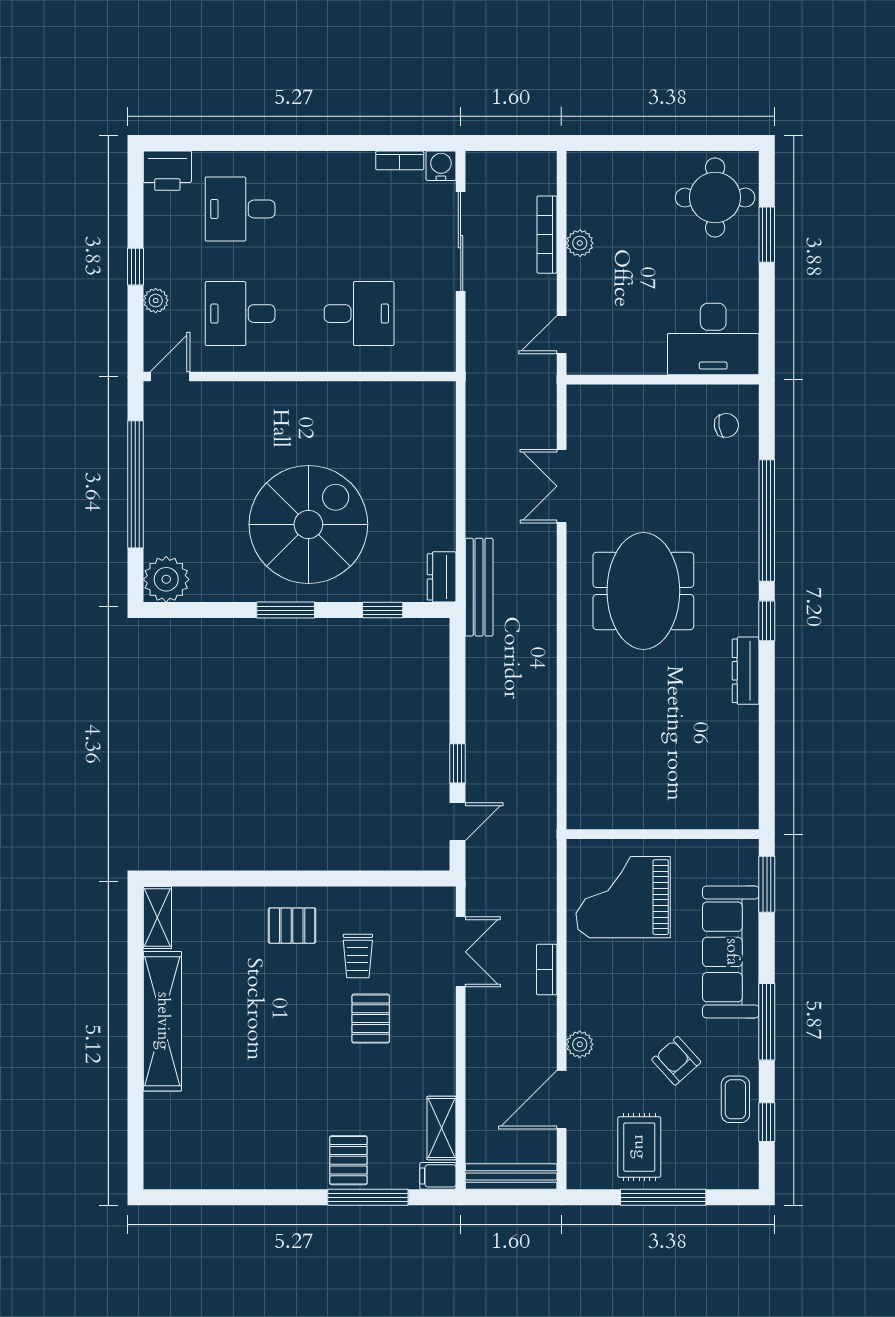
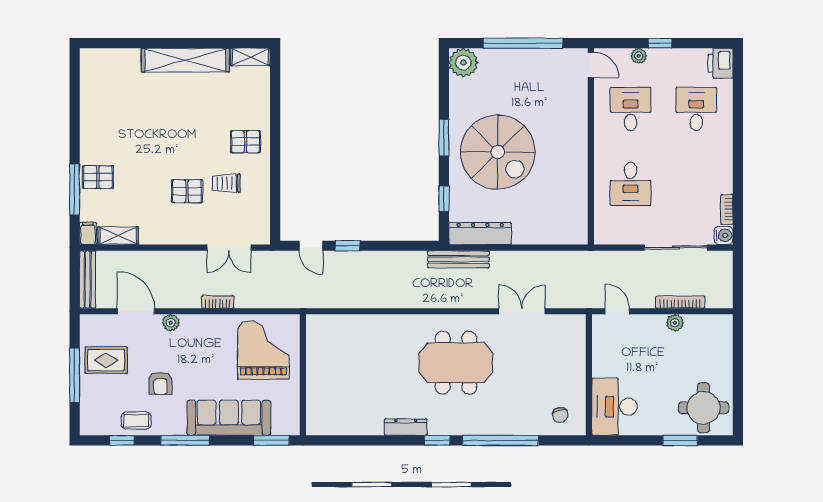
dresser: (442, 577) -> (480, 234), width x1.96, depth x1.24
pallet: (292, 926) -> (245, 142), turned 90
armchair: (676, 1061) -> (160, 383), turned 132

